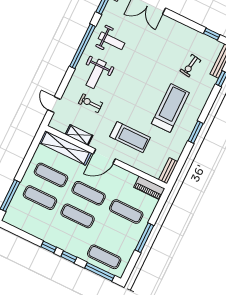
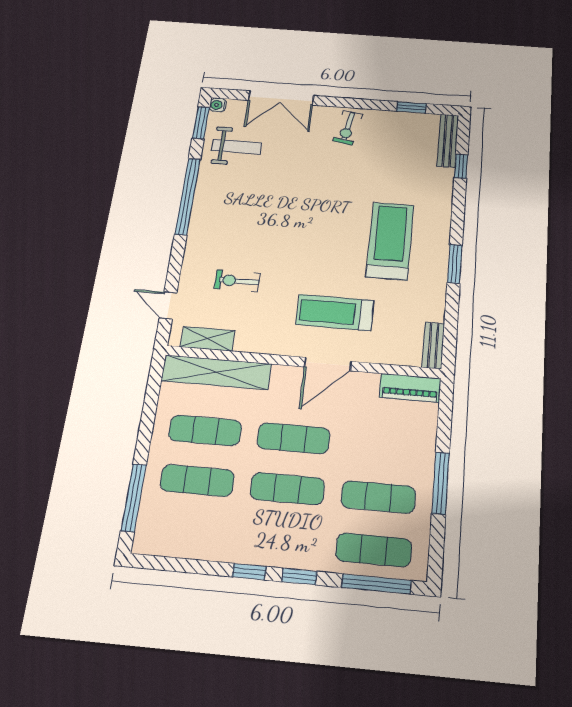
weight bench: (112, 41) -> (237, 147), moved
exercise bike: (190, 66) -> (348, 128), moved
weight bench: (96, 74) -> (229, 231), removed
shelving: (79, 135) -> (208, 339), moved
treadmill: (130, 137) -> (335, 312), turned 180
door: (104, 156) -> (328, 364), moved
exercise mat: (126, 211) -> (378, 497), moved

